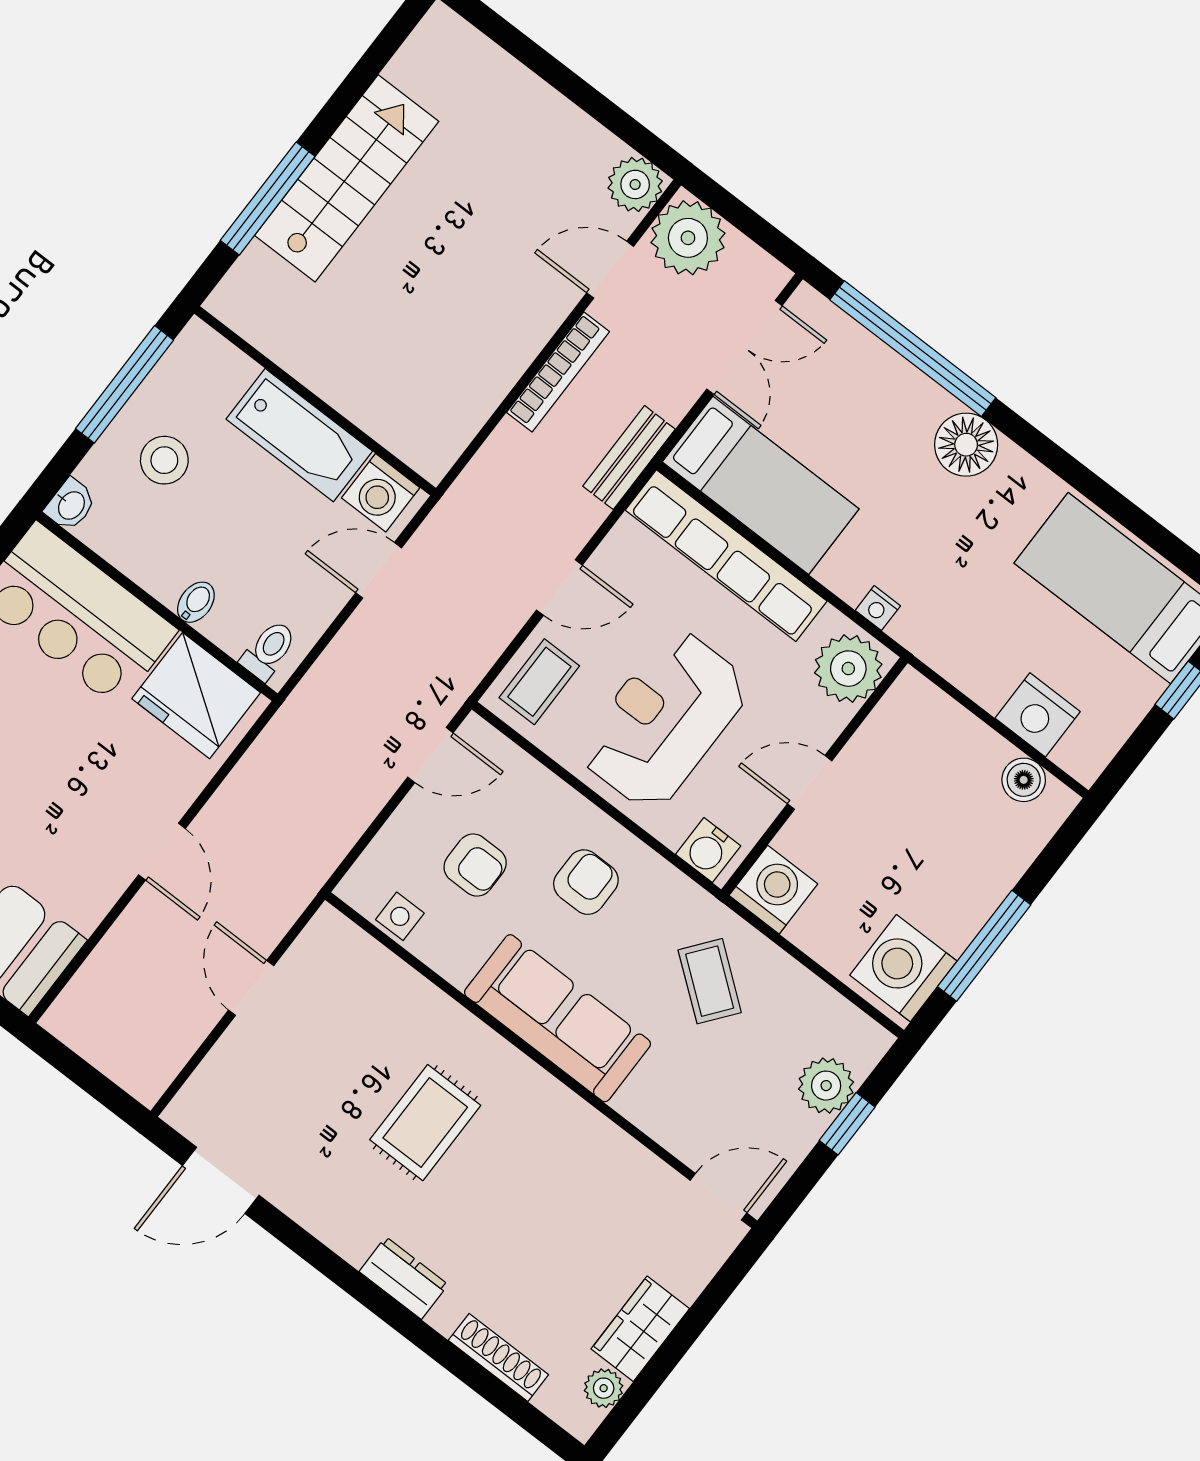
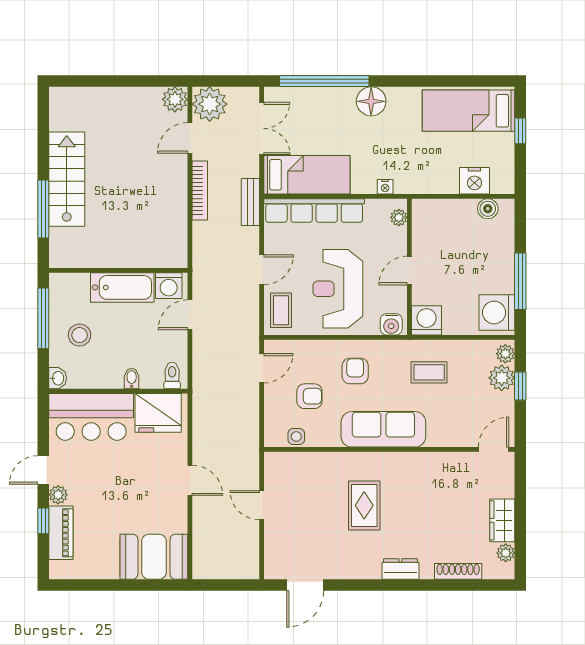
plant: (848, 669) -> (399, 217), width x0.53, depth x0.53
coffee table: (710, 981) -> (429, 372), turned -38
plant: (864, 1049) -> (505, 354), added

